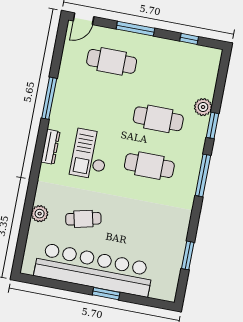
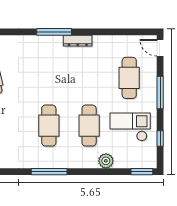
window: (49, 98) -> (54, 32), moved
window: (212, 125) -> (142, 172), moved
dresser: (50, 147) -> (78, 41), moved
checkout: (90, 154) -> (130, 127), moved

